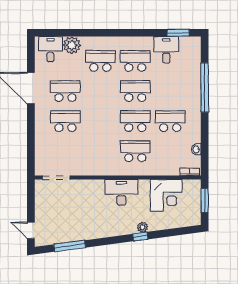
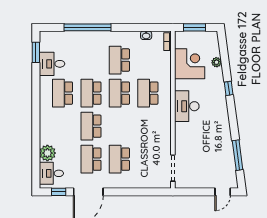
window: (31, 57) -> (59, 192), added
school desk: (100, 61) -> (91, 126), moved
plant: (143, 227) -> (217, 62), moved

